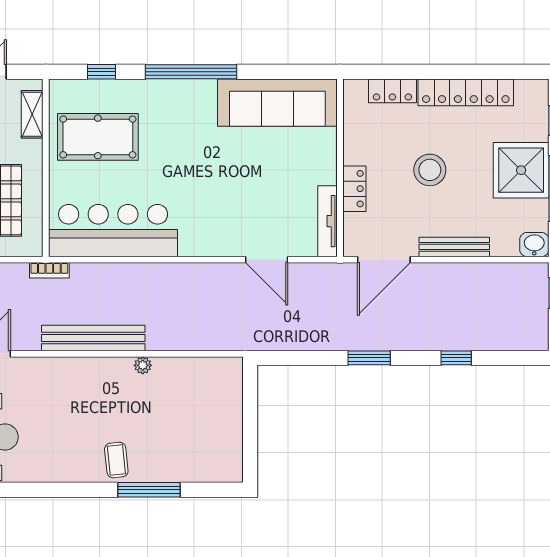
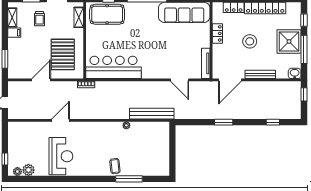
pool table: (98, 137) -> (107, 14), moved
locker: (354, 189) -> (217, 33), moved
bench: (93, 338) -> (152, 114), moved
window: (456, 358) -> (273, 122), moved

